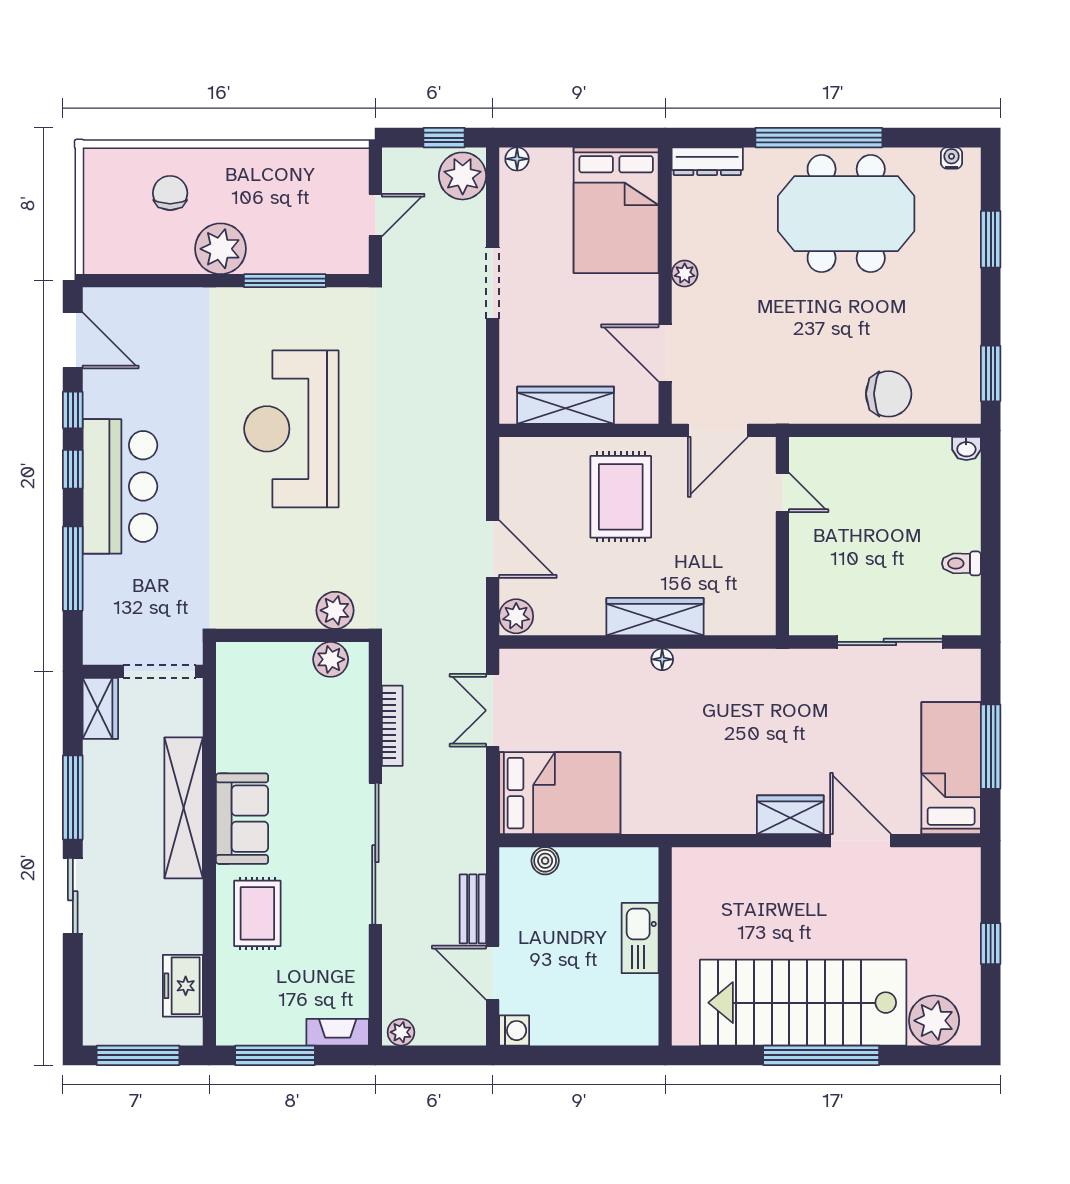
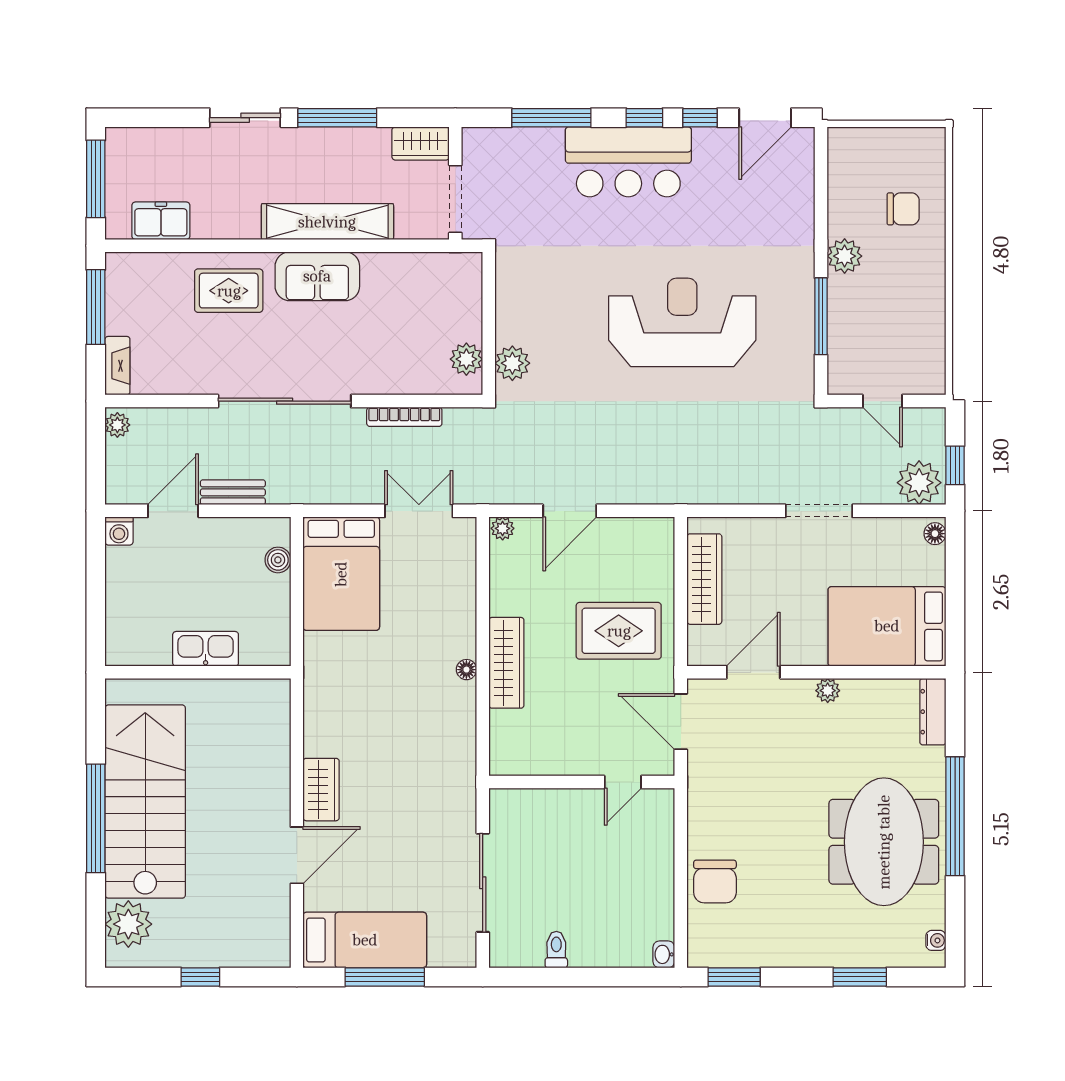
plant: (220, 249) -> (845, 256), width x0.73, depth x0.73
plant: (516, 616) -> (503, 528), width x0.73, depth x0.73

